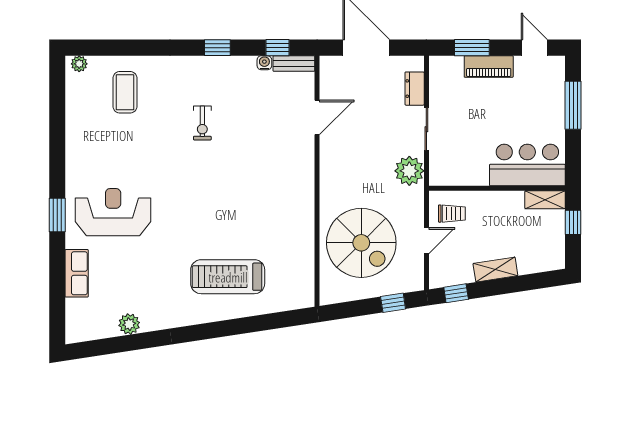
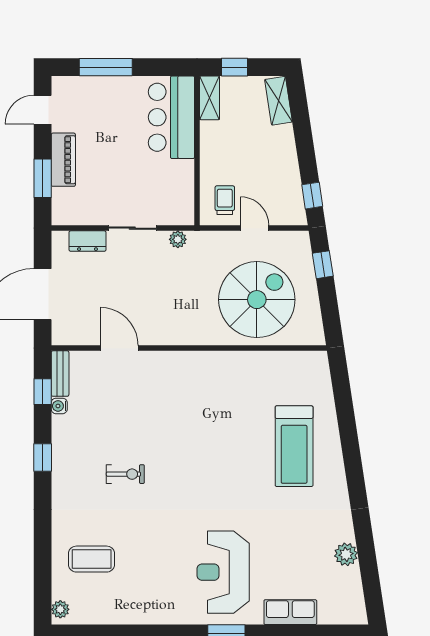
plant: (409, 171) -> (178, 239), width x0.53, depth x0.53
shelving: (495, 270) -> (278, 101), moved

